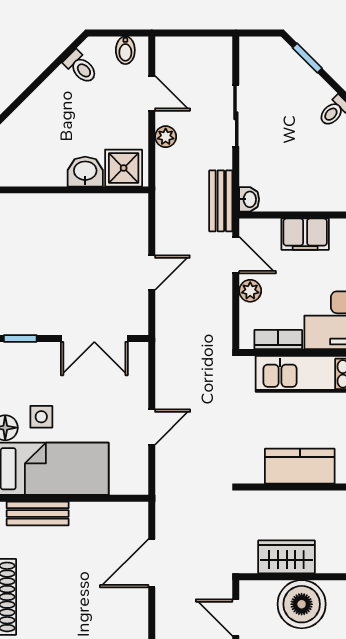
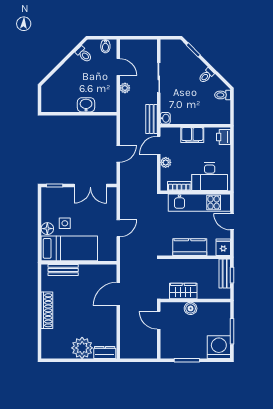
shower: (124, 168) -> (105, 103), removed
door: (236, 255) -> (159, 145), swing flipped
boiler: (302, 604) -> (191, 308), width x0.54, depth x0.54

